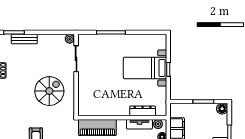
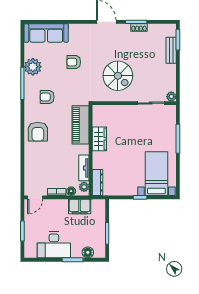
bed with nightstands: (145, 68) -> (156, 174), moved
wardrobe: (111, 109) -> (99, 139), added
floor lamp: (222, 109) -> (88, 252), moved
dresser: (143, 111) -> (98, 182), moved

